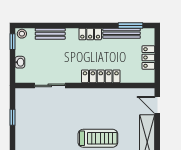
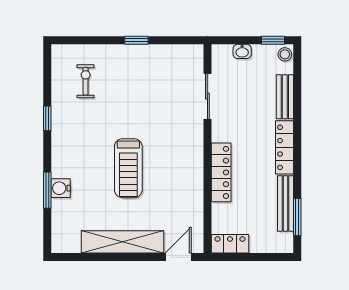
locker: (90, 34) -> (284, 147), width x1.53
locker: (148, 57) -> (230, 244), moved
window: (12, 117) -> (136, 40), moved

